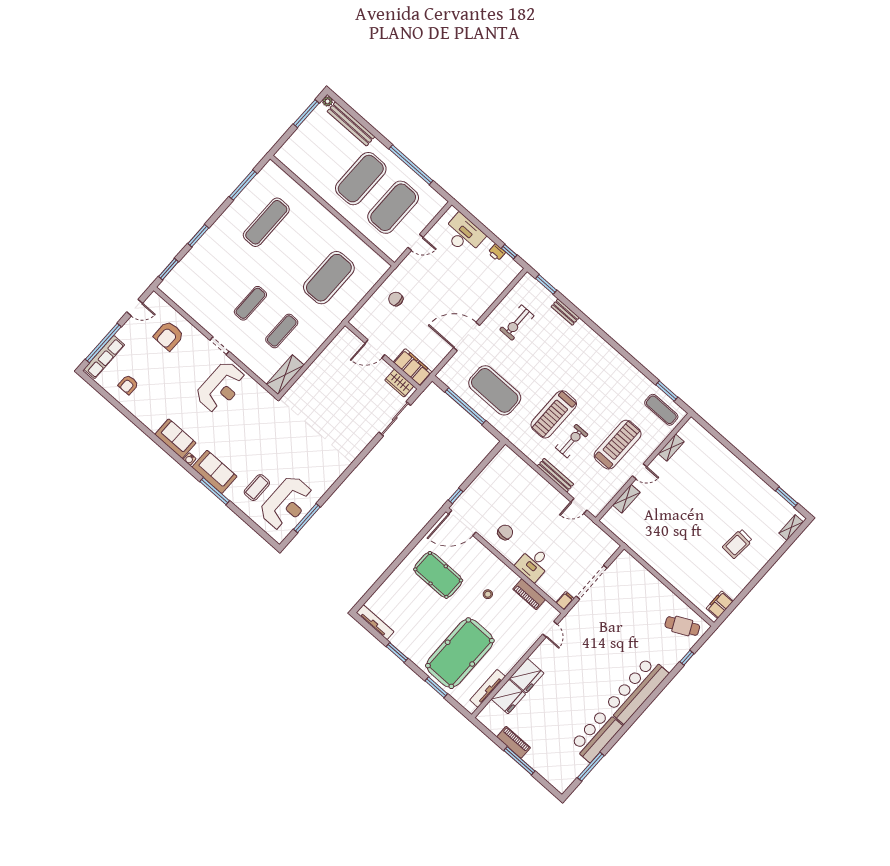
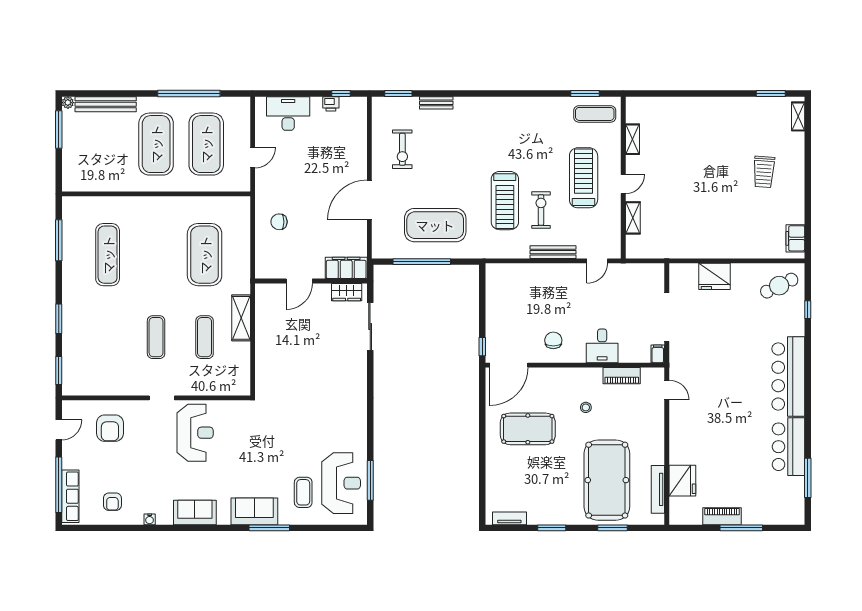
shelving: (285, 375) -> (241, 318), moved
water cooler: (190, 459) -> (150, 519), moved
tv unit: (375, 622) -> (509, 518), width x0.71
fridge: (527, 676) -> (714, 276), moved, turned 90

